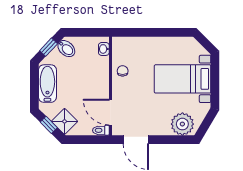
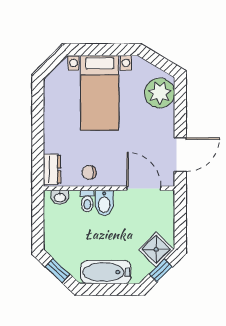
dresser: (125, 43) -> (52, 169), added
bidet: (66, 49) -> (104, 203), moved, turned 136
door: (111, 112) -> (144, 188), swing flipped
toilet: (101, 130) -> (87, 201), moved

